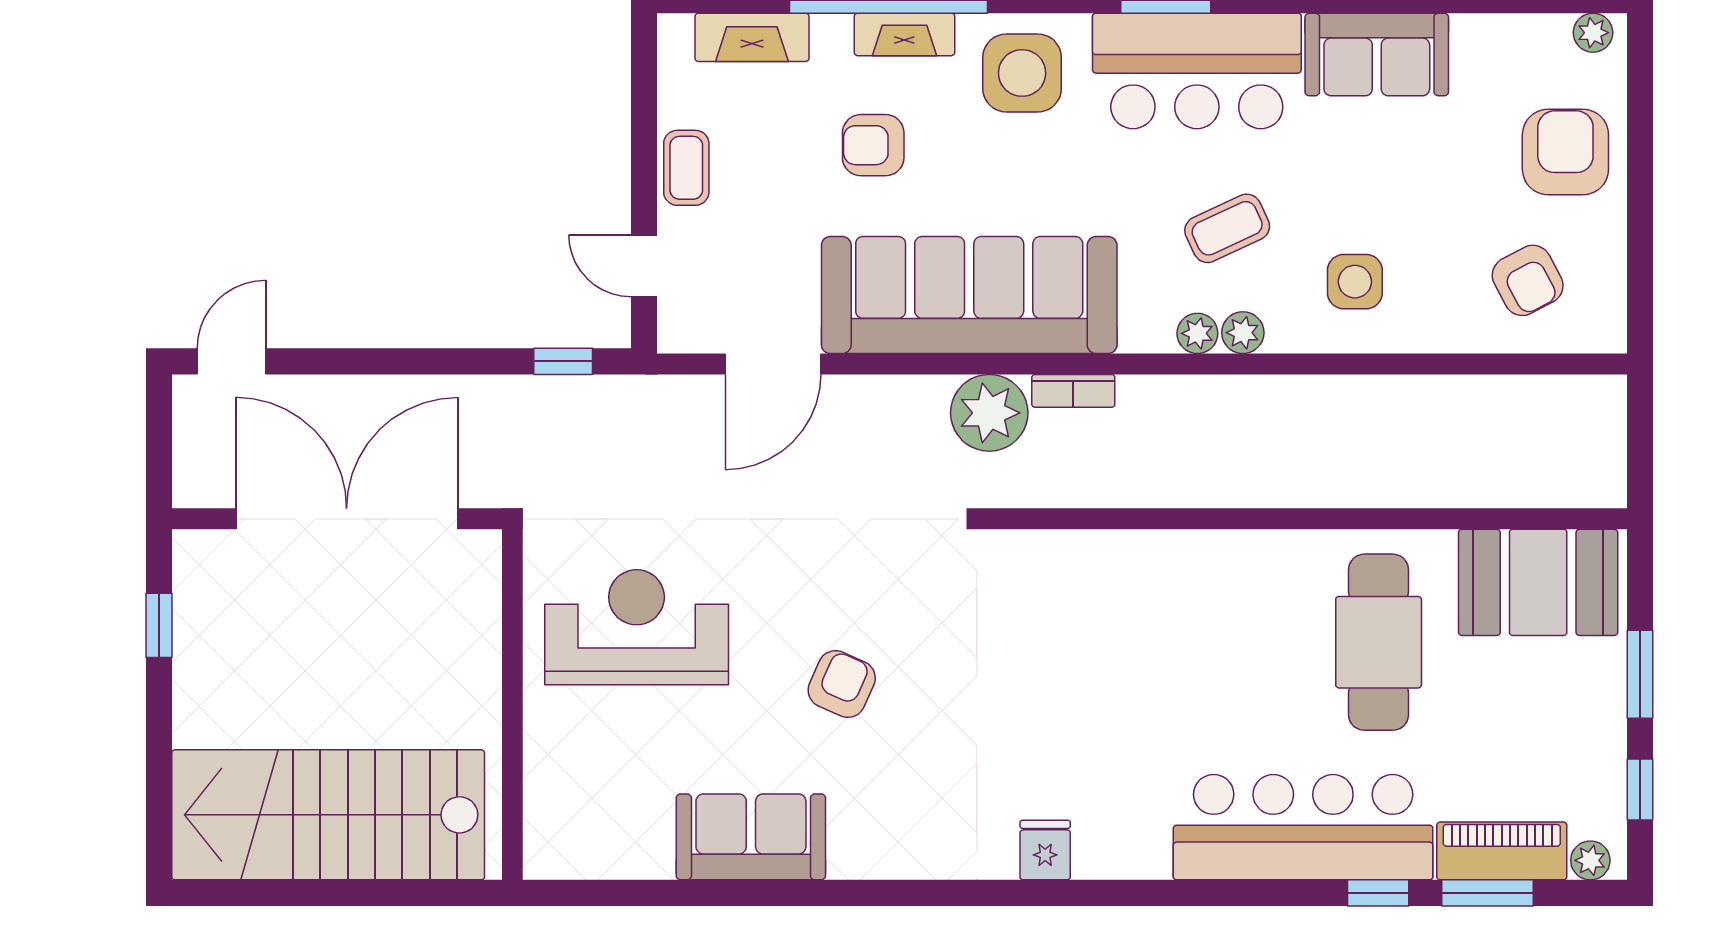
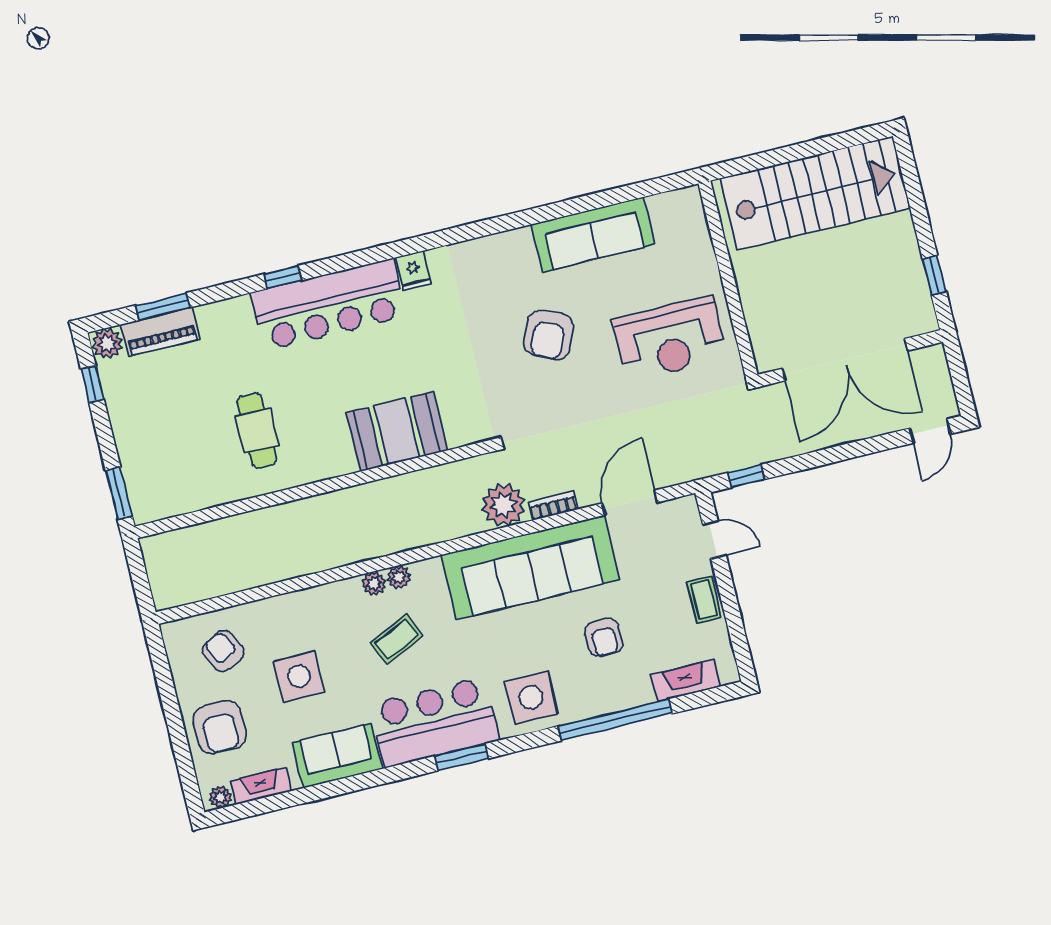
fireplace: (904, 34) -> (261, 786), moved
armchair: (873, 145) -> (604, 637), turned 90
side table: (1355, 282) -> (299, 676), moved, width x1.37, depth x1.37
bookcase: (1073, 391) -> (553, 506), moved
booth: (1538, 582) -> (397, 432), moved
cafe table: (1379, 642) -> (257, 431), width x0.73, depth x0.74
window: (1640, 674) -> (119, 493), moved
armchair: (842, 684) -> (548, 335), width x1.38, depth x1.38
bar counter: (1303, 827) -> (329, 305), moved
sofa: (751, 837) -> (593, 234), width x1.36
plant: (1590, 860) -> (107, 343), width x1.38, depth x1.38
window: (1378, 893) -> (283, 277), moved

